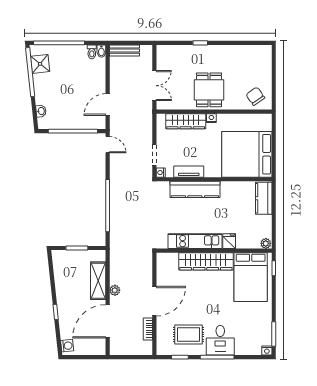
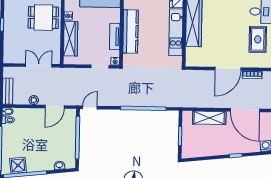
door: (108, 105) -> (55, 107), hinge flipped
plant: (115, 290) -> (34, 100), moved
door: (154, 301) -> (228, 69), swing flipped

